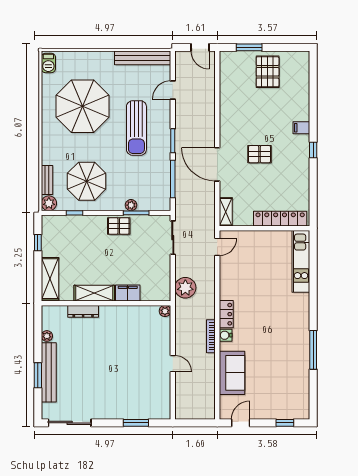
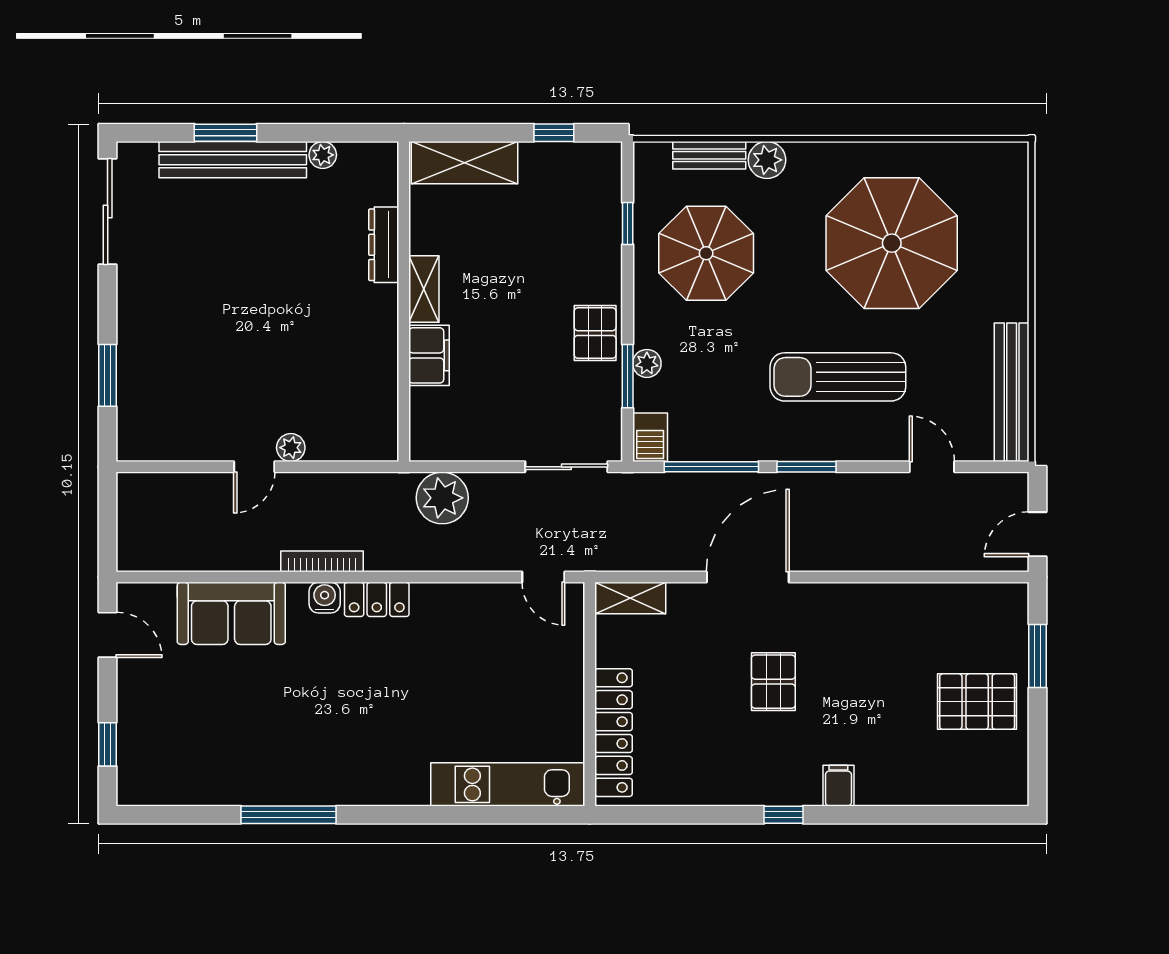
barbecue: (48, 63) -> (650, 437), moved, turned -90
plant: (49, 203) -> (767, 160), moved
shelving: (94, 293) -> (424, 289), width x0.67, depth x0.75
plant: (165, 311) -> (291, 448), moved

